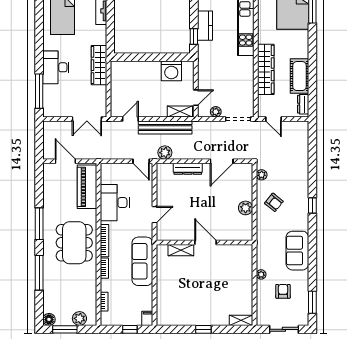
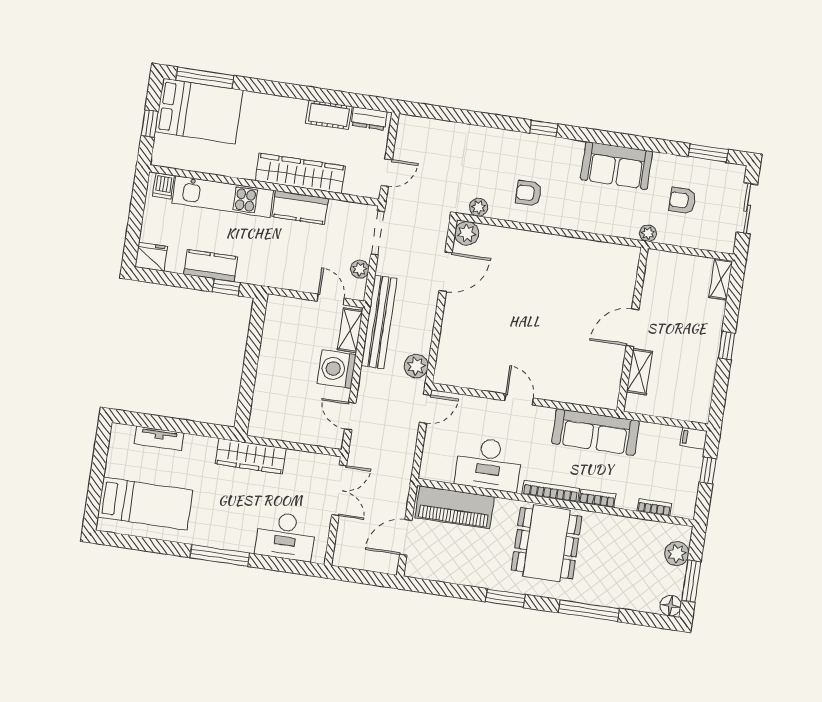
desk: (56, 67) -> (286, 536), moved
washing machine: (171, 71) -> (337, 369), moved, turned 180
kitchen counter: (246, 72) -> (300, 208), added
cot: (300, 76) -> (329, 115), width x0.73, depth x0.75
window: (39, 91) -> (220, 555), moved
bench: (165, 127) -> (379, 322), moved
door: (222, 161) -> (446, 272), hinge flipped
dresser: (188, 169) -> (450, 331), removed
armchair: (274, 202) -> (529, 193), turned -129
plant: (246, 208) -> (467, 233), moved
window: (39, 224) -> (505, 598), width x0.69
dining table: (74, 243) -> (547, 543), turned 90
wall: (205, 243) -> (632, 329), moved
door: (206, 243) -> (633, 328), moved
shelving: (181, 250) -> (639, 372), moved

